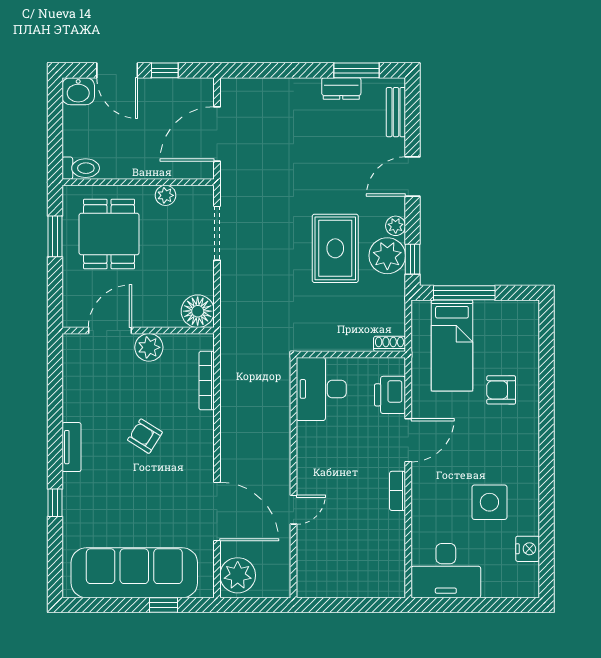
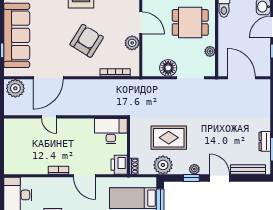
bench: (396, 112) -> (248, 169), width x1.36
rug: (335, 248) -> (169, 138), moved
plant: (387, 256) -> (163, 165), moved
window: (413, 259) -> (191, 178), moved
floor lamp: (198, 311) -> (168, 68), moved
printer: (390, 395) -> (119, 165), moved, turned -90
armchair: (145, 436) -> (87, 41), width x1.88, depth x1.88

